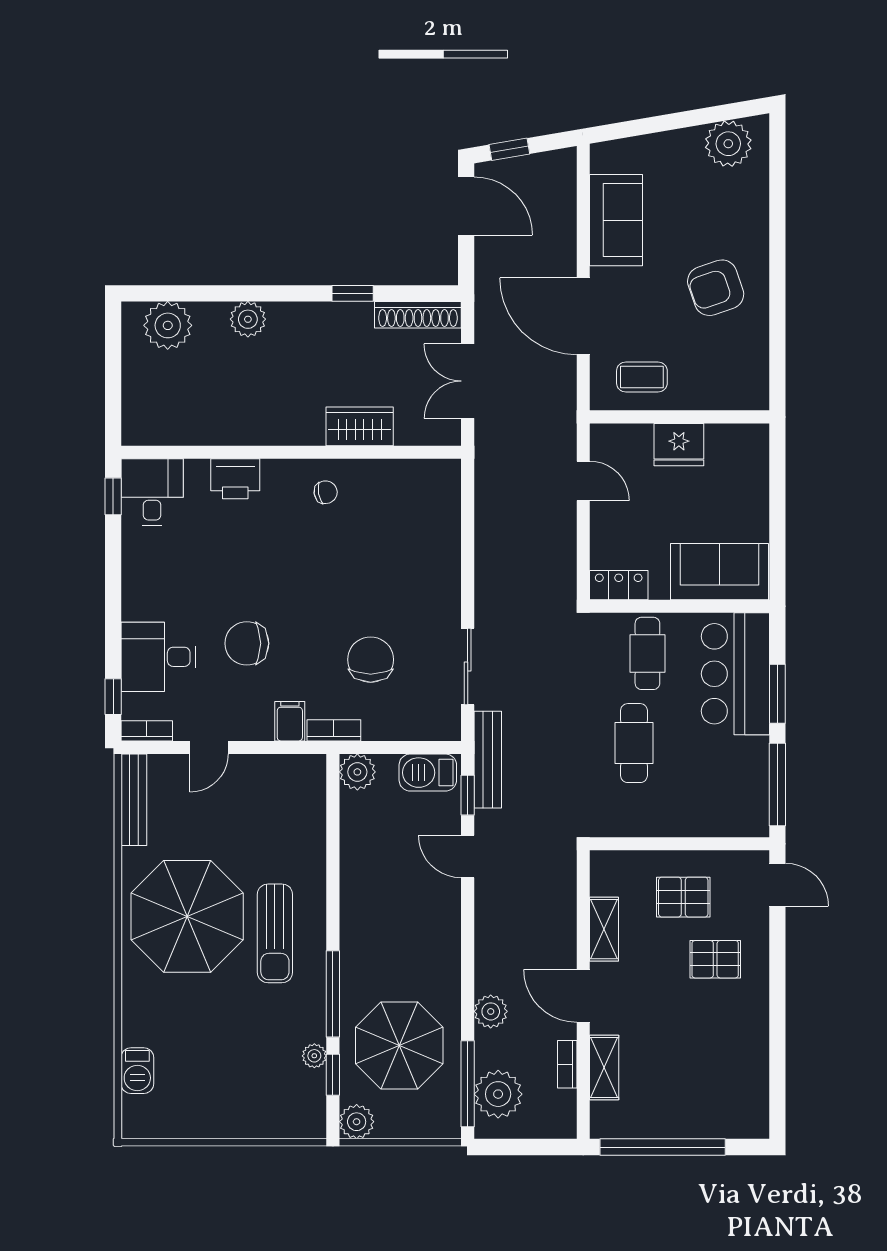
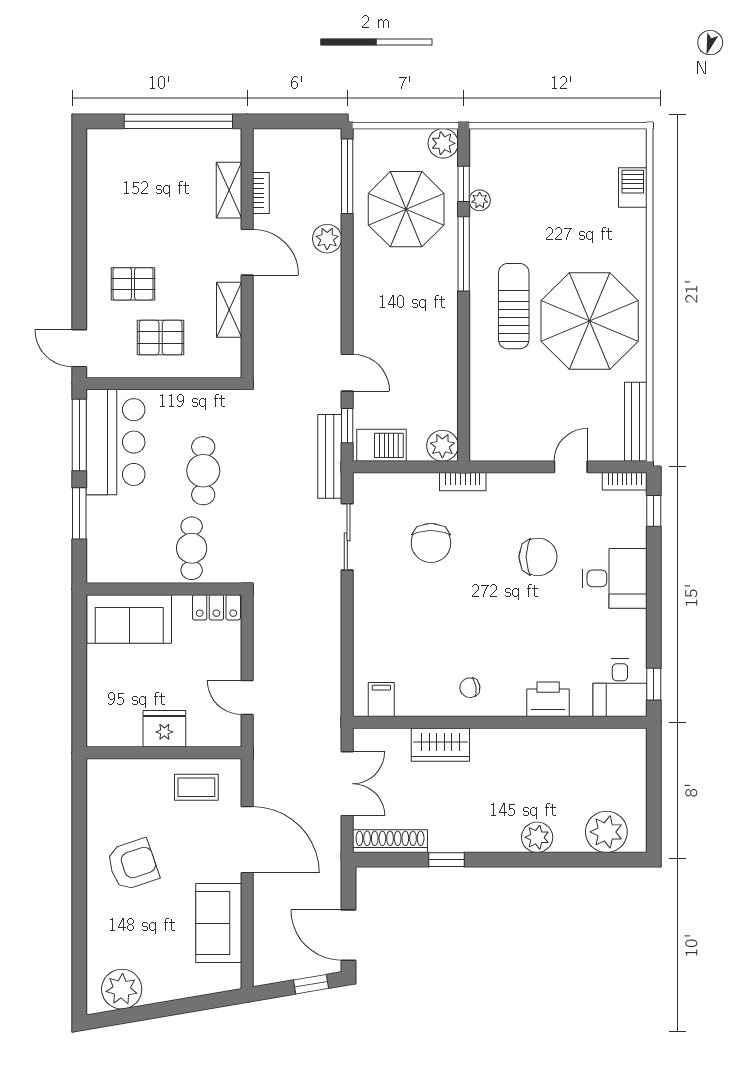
desk: (158, 657) -> (614, 578), moved
bar counter: (735, 674) -> (116, 442), moved
filing cabinet: (290, 721) -> (381, 700), moved, turned 180
plant: (498, 1094) -> (321, 167), removed

